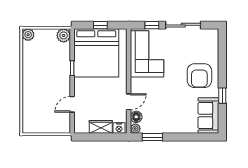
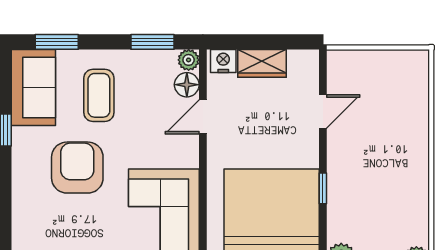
armchair: (199, 76) -> (77, 168), moved
coffee table: (178, 112) -> (99, 95), added
window: (197, 137) -> (57, 42), added

